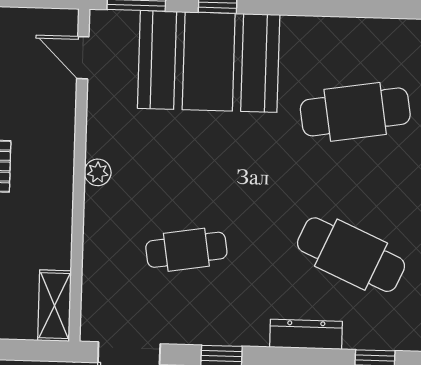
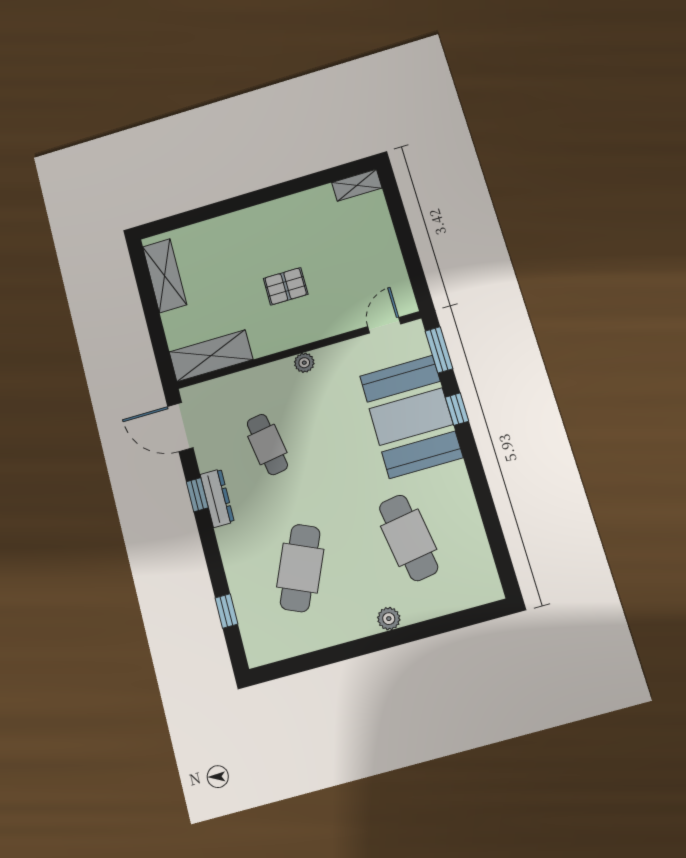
shelving: (54, 306) -> (211, 356), width x1.50, depth x1.33
dresser: (306, 334) -> (217, 498), moved

